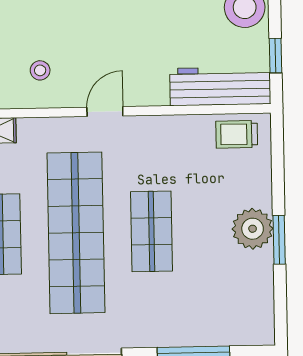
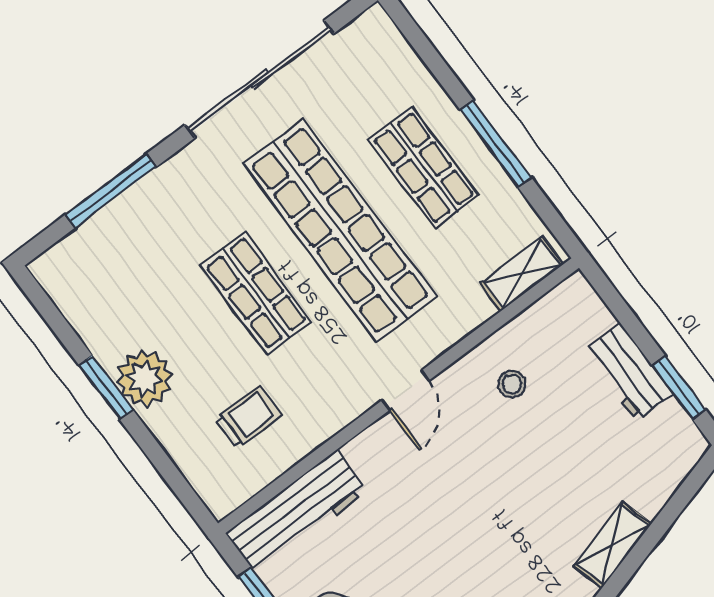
trolley: (237, 134) -> (248, 417), moved

